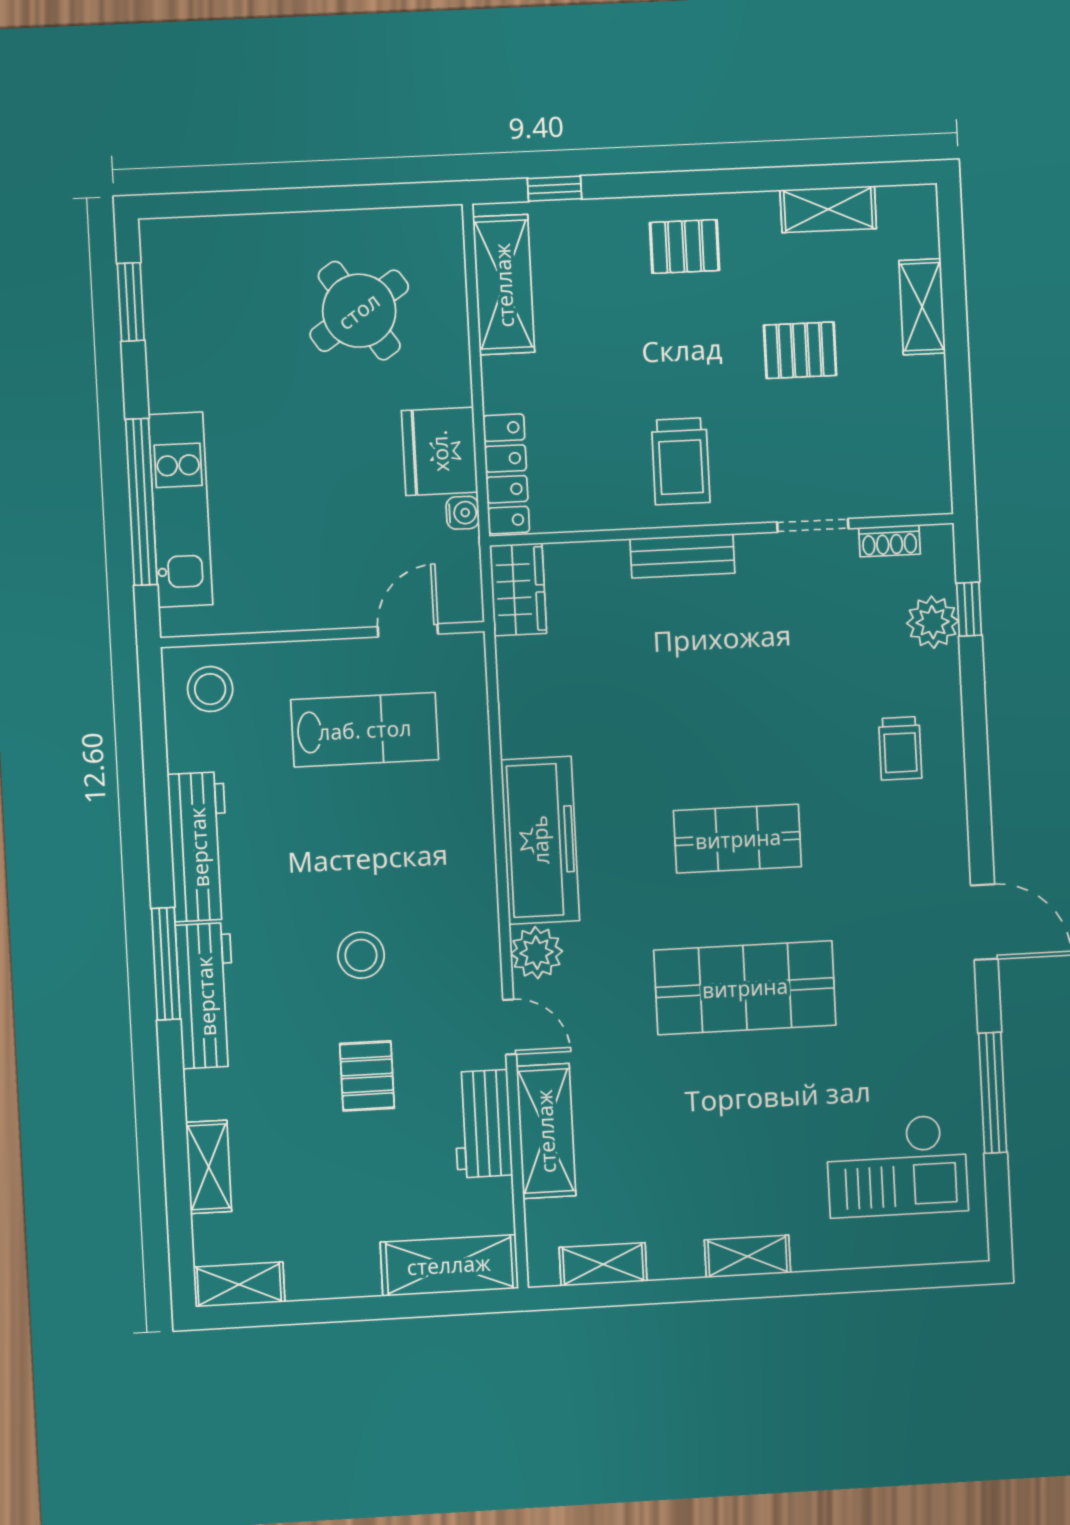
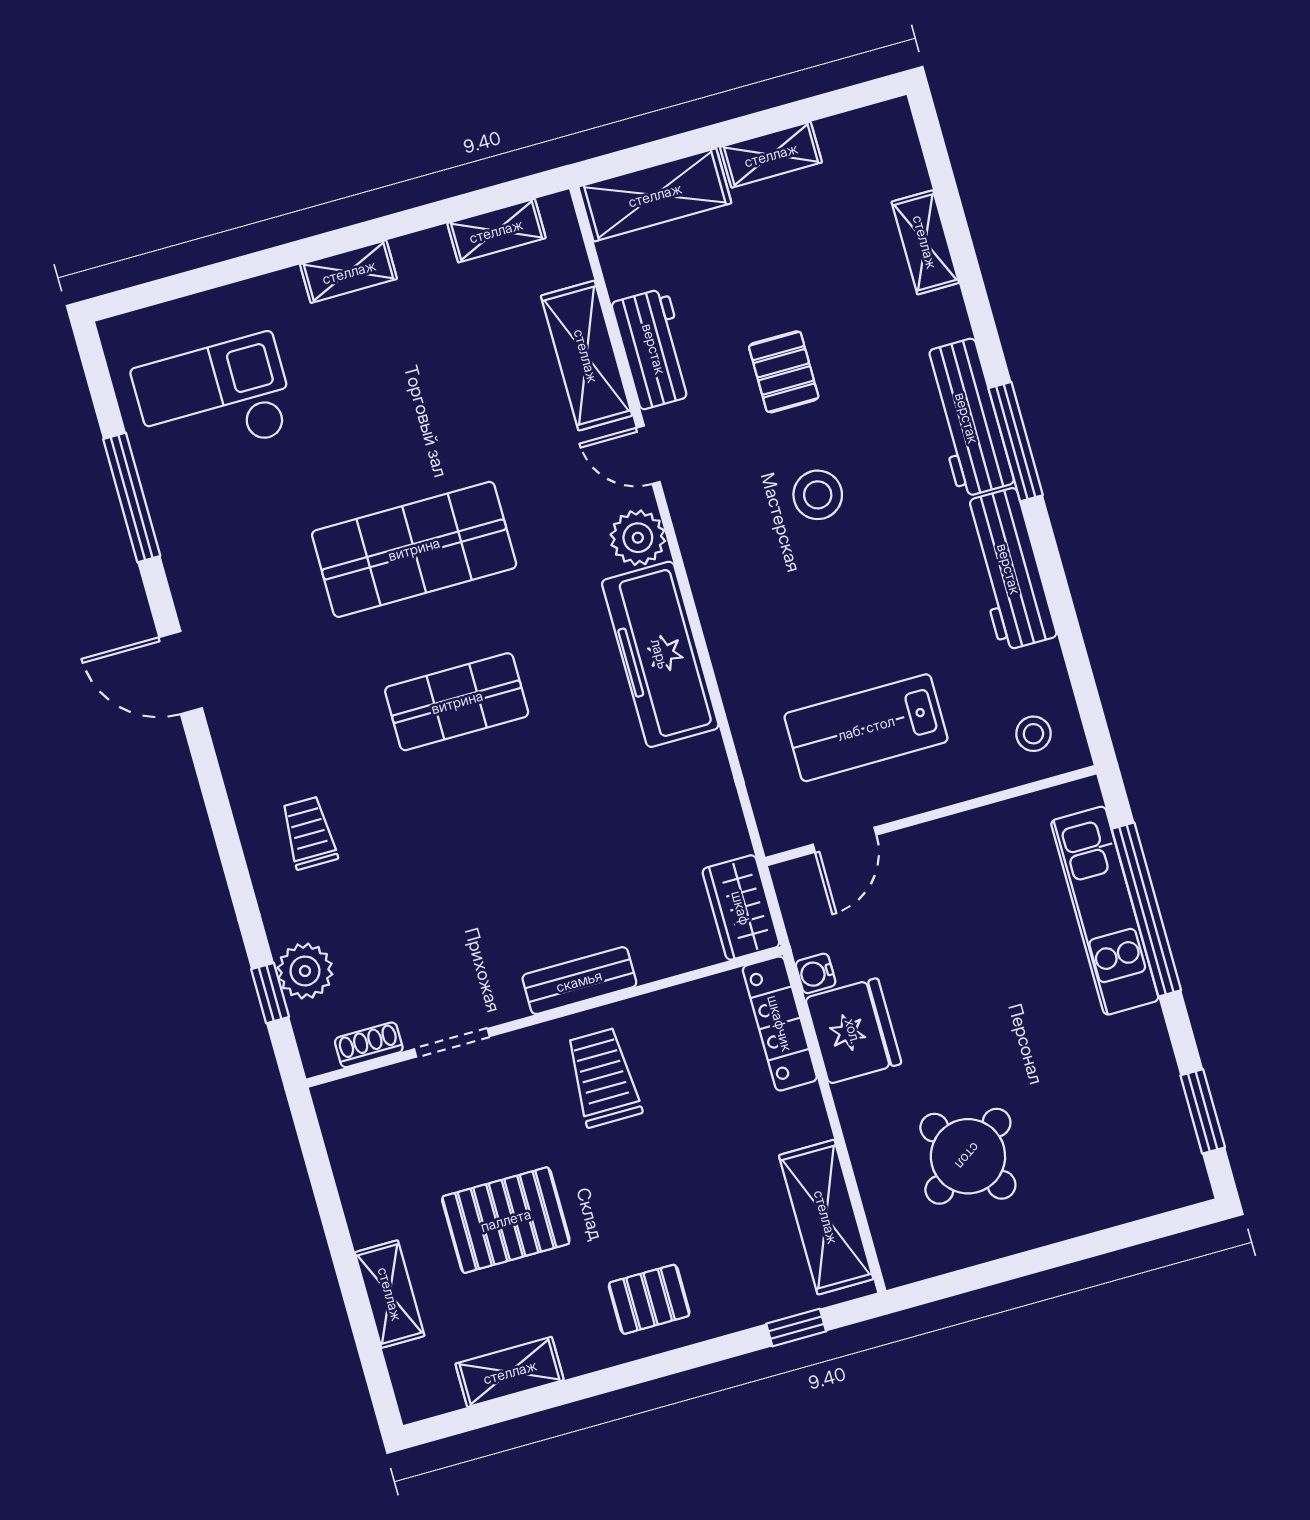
pallet: (800, 350) -> (506, 1220), width x1.50, depth x1.42
stool: (210, 689) -> (1033, 734), width x0.73, depth x0.73
shelving: (239, 1284) -> (771, 155), moved

